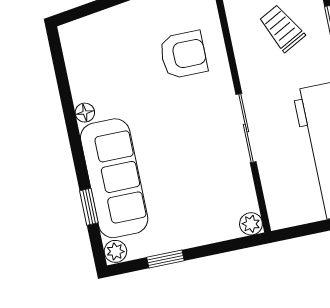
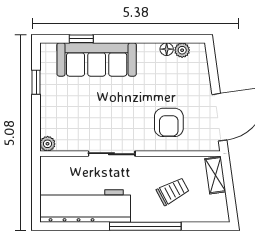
floor lamp: (85, 113) -> (167, 49), moved
plant: (115, 251) -> (182, 50), moved

